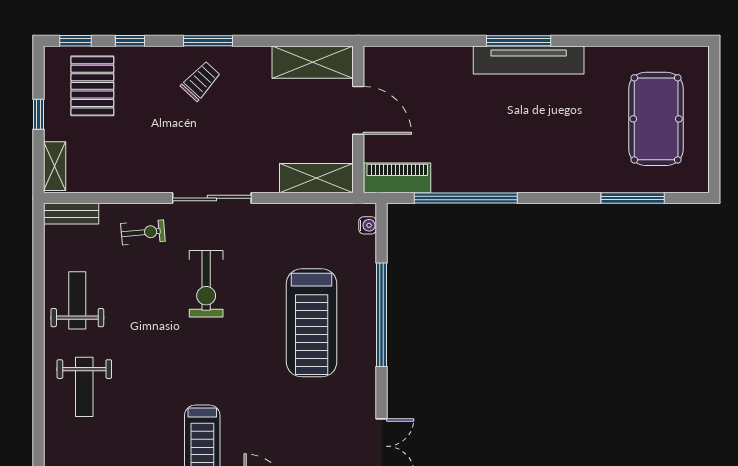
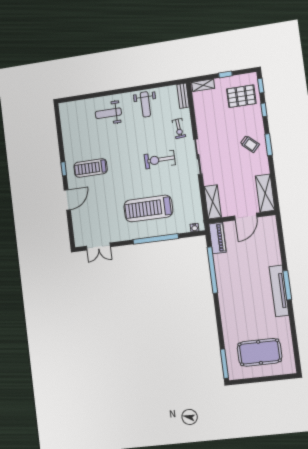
window: (633, 198) -> (224, 364), moved
weight bench: (77, 300) -> (145, 104), turned 90

